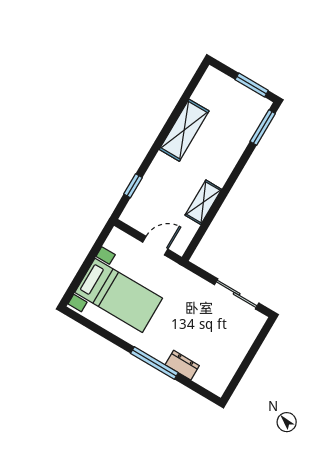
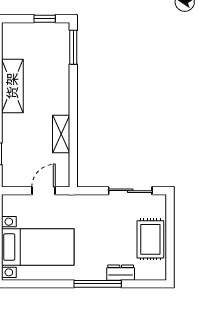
window: (252, 85) -> (45, 19), width x0.67
rug: (229, 350) -> (150, 239), added

